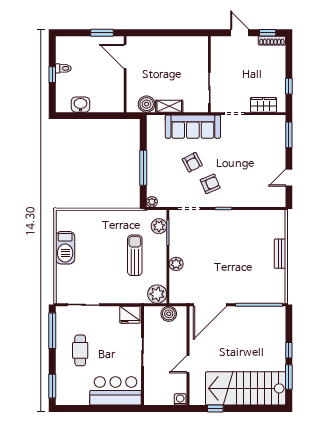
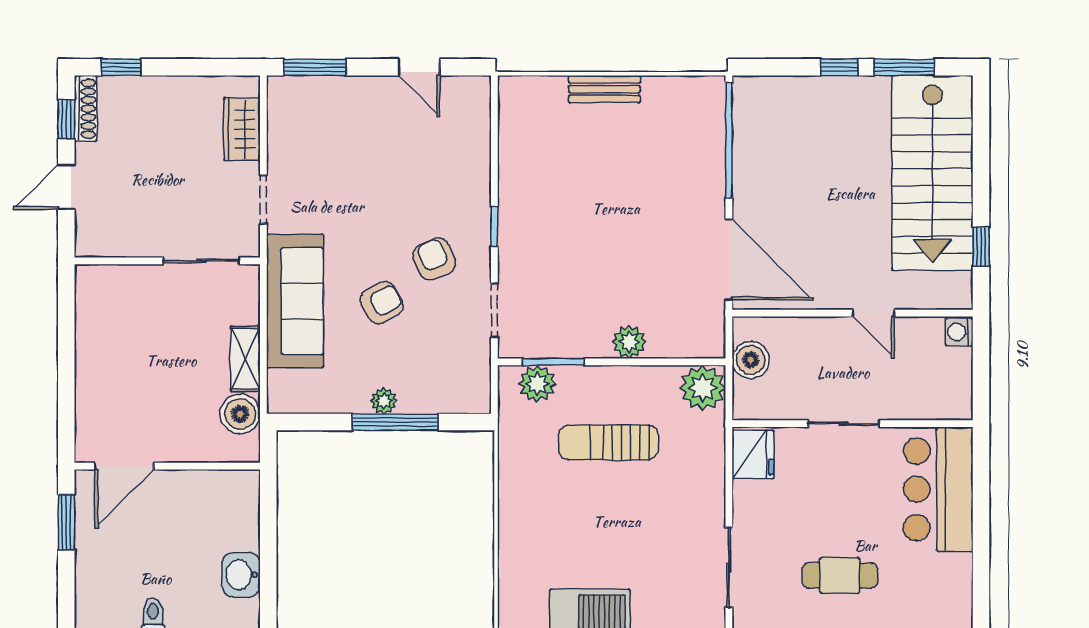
window: (289, 86) -> (121, 67), moved
plant: (152, 202) -> (384, 401), moved

